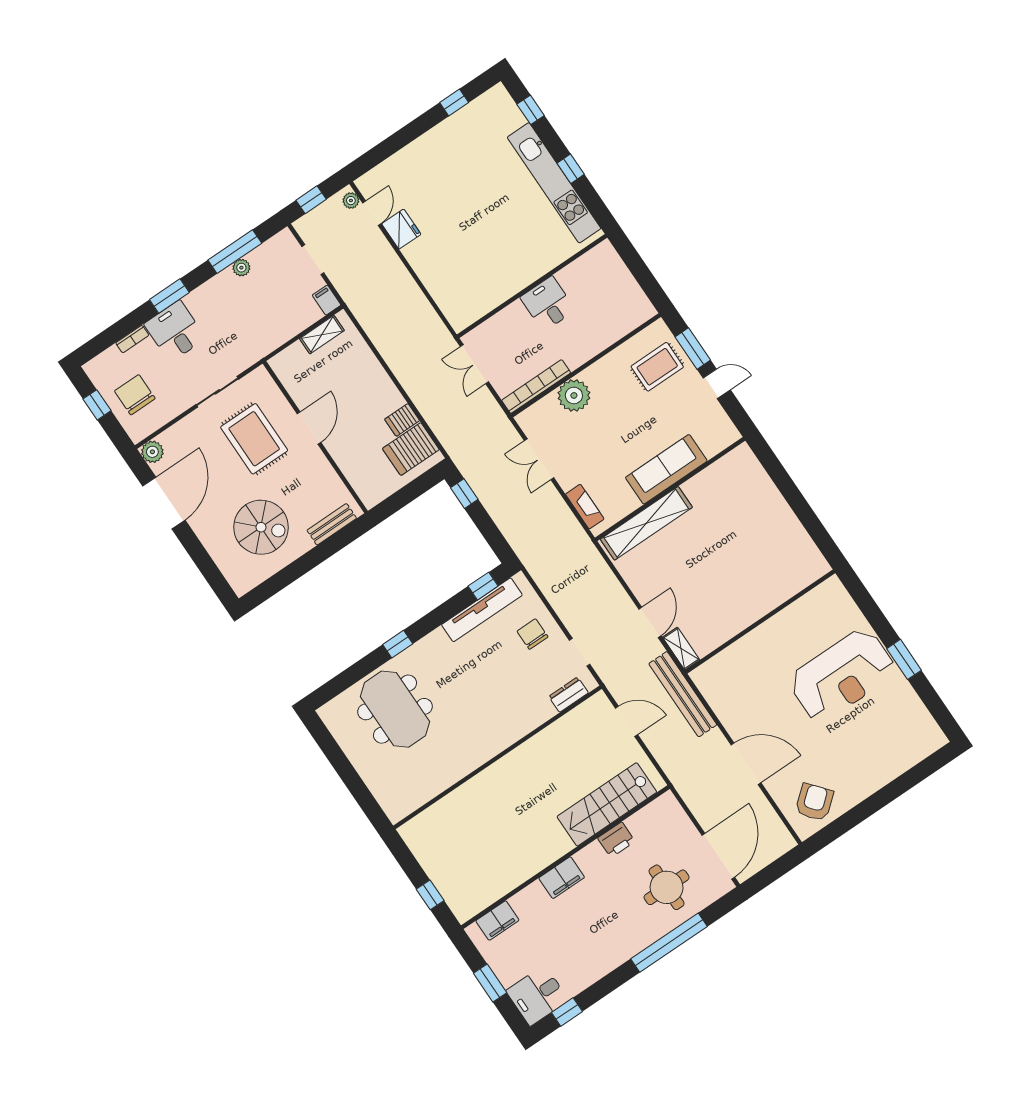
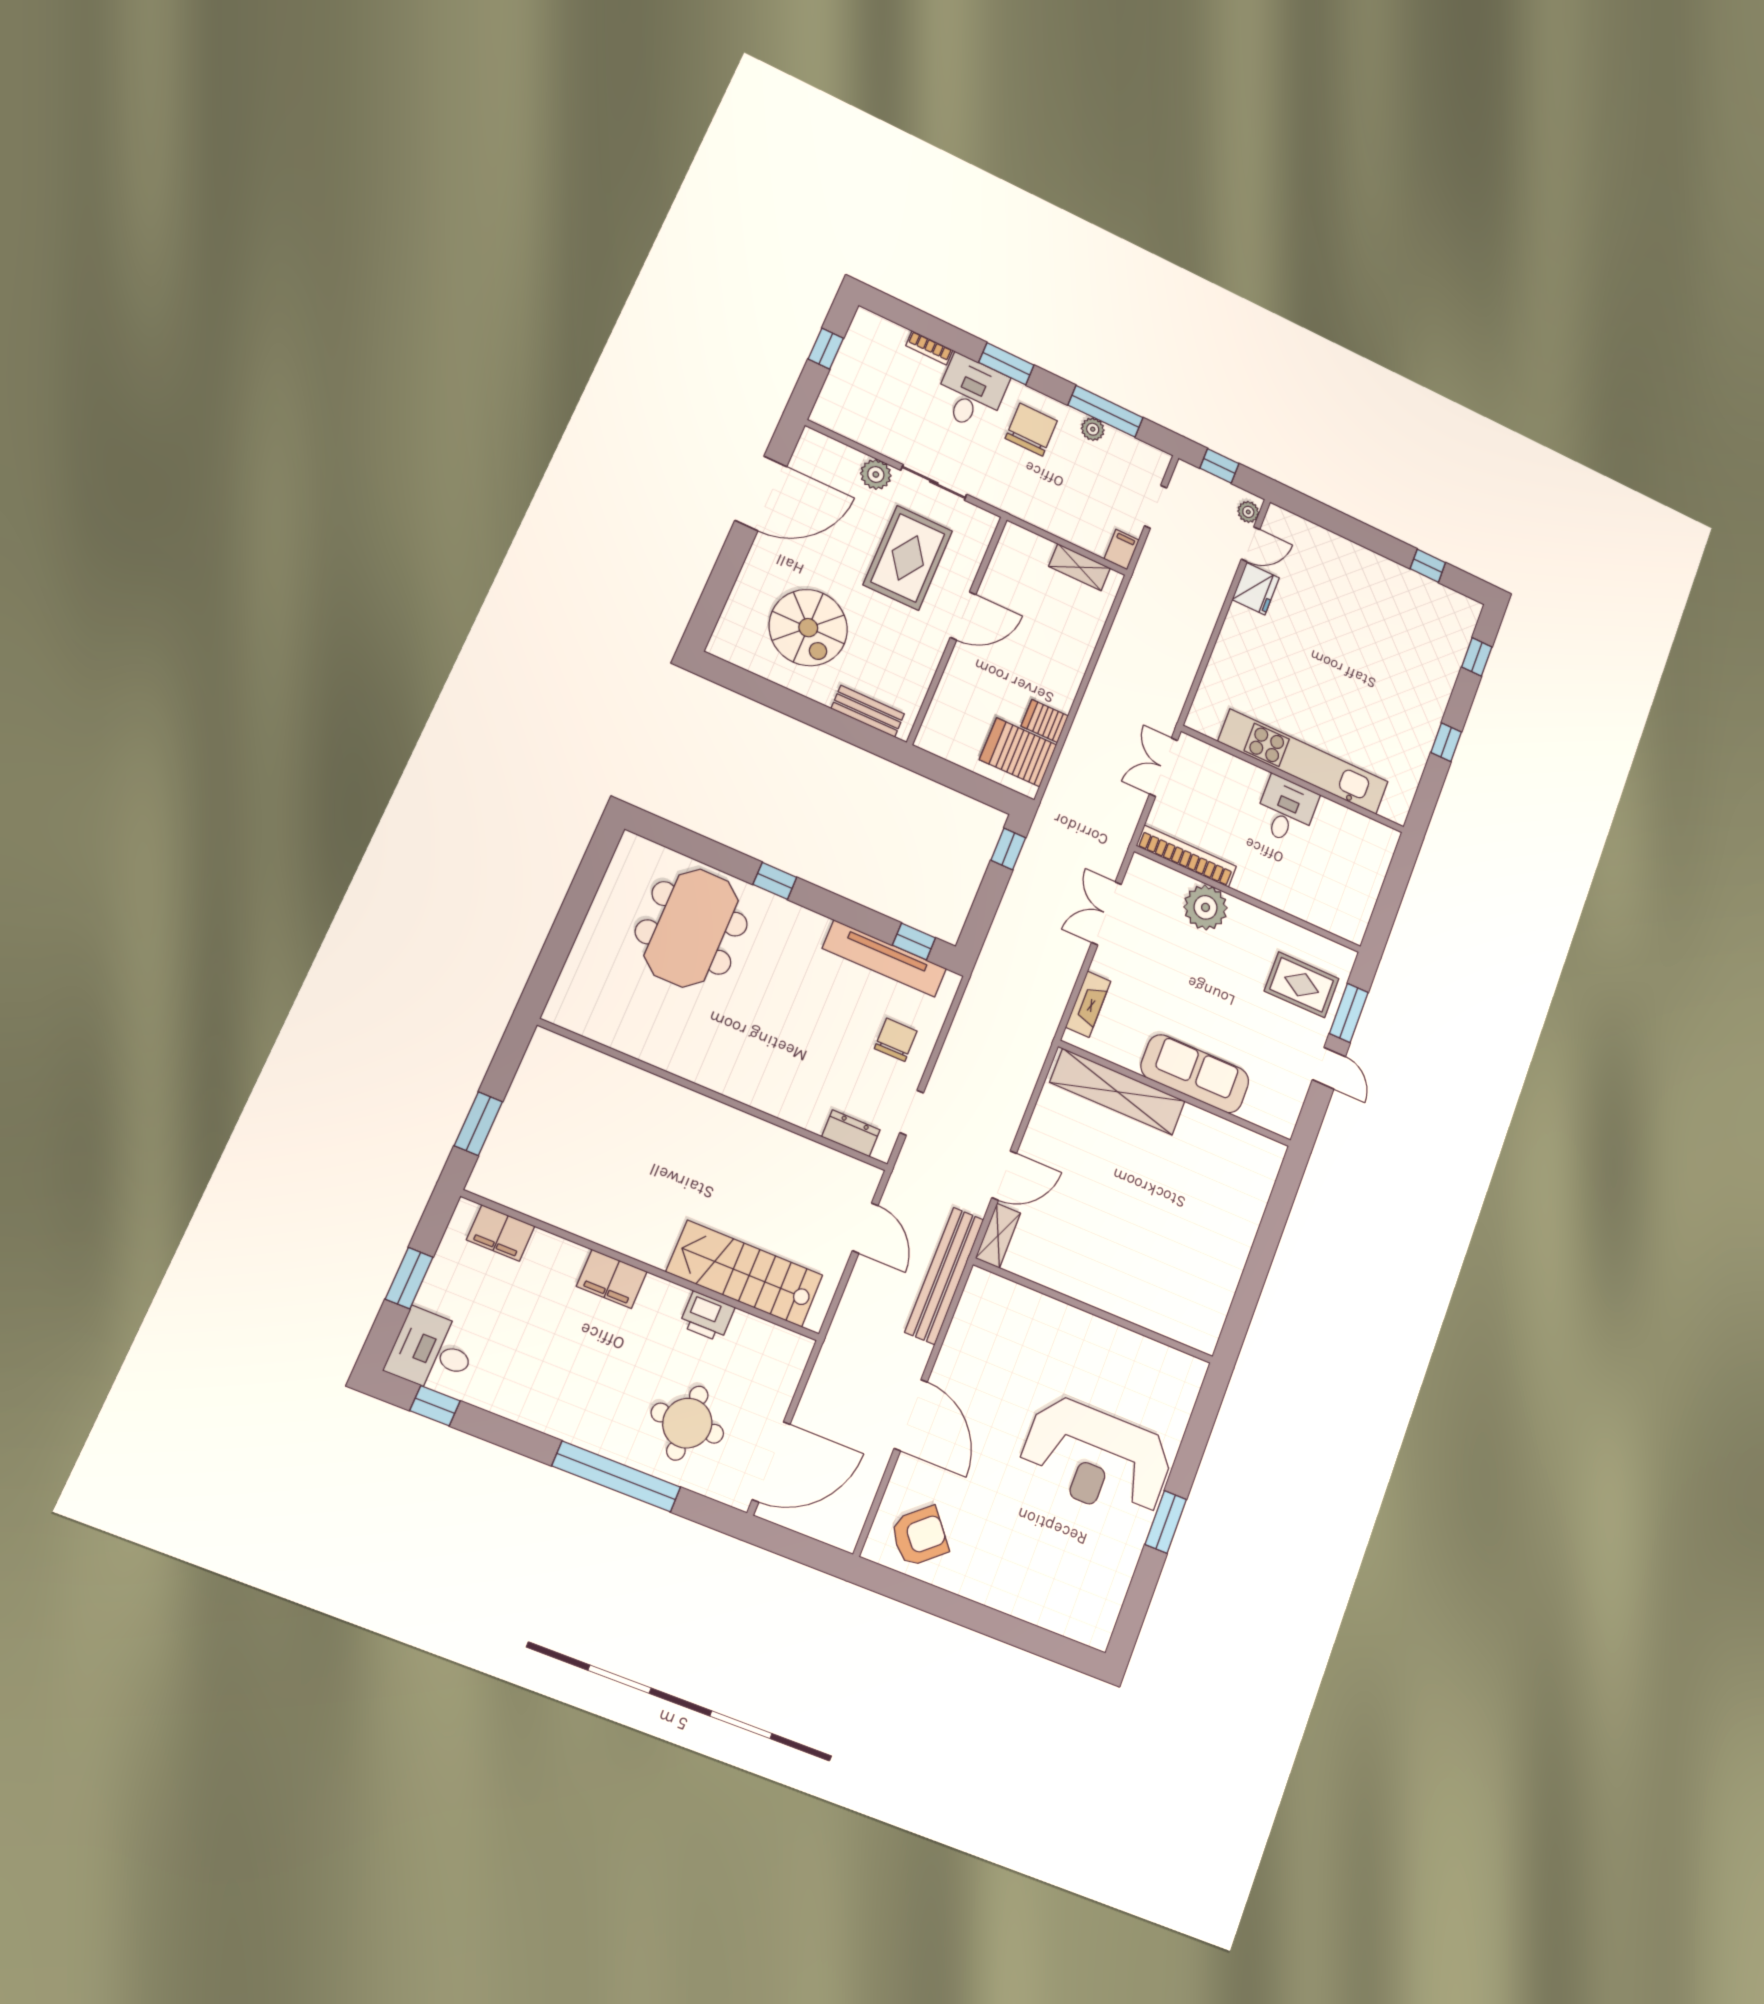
kitchen unit: (554, 183) -> (1303, 762), moved, turned 90
chair: (135, 395) -> (1031, 430), moved
plant: (152, 452) -> (876, 474), moved
window: (430, 895) -> (478, 1124), width x1.50

